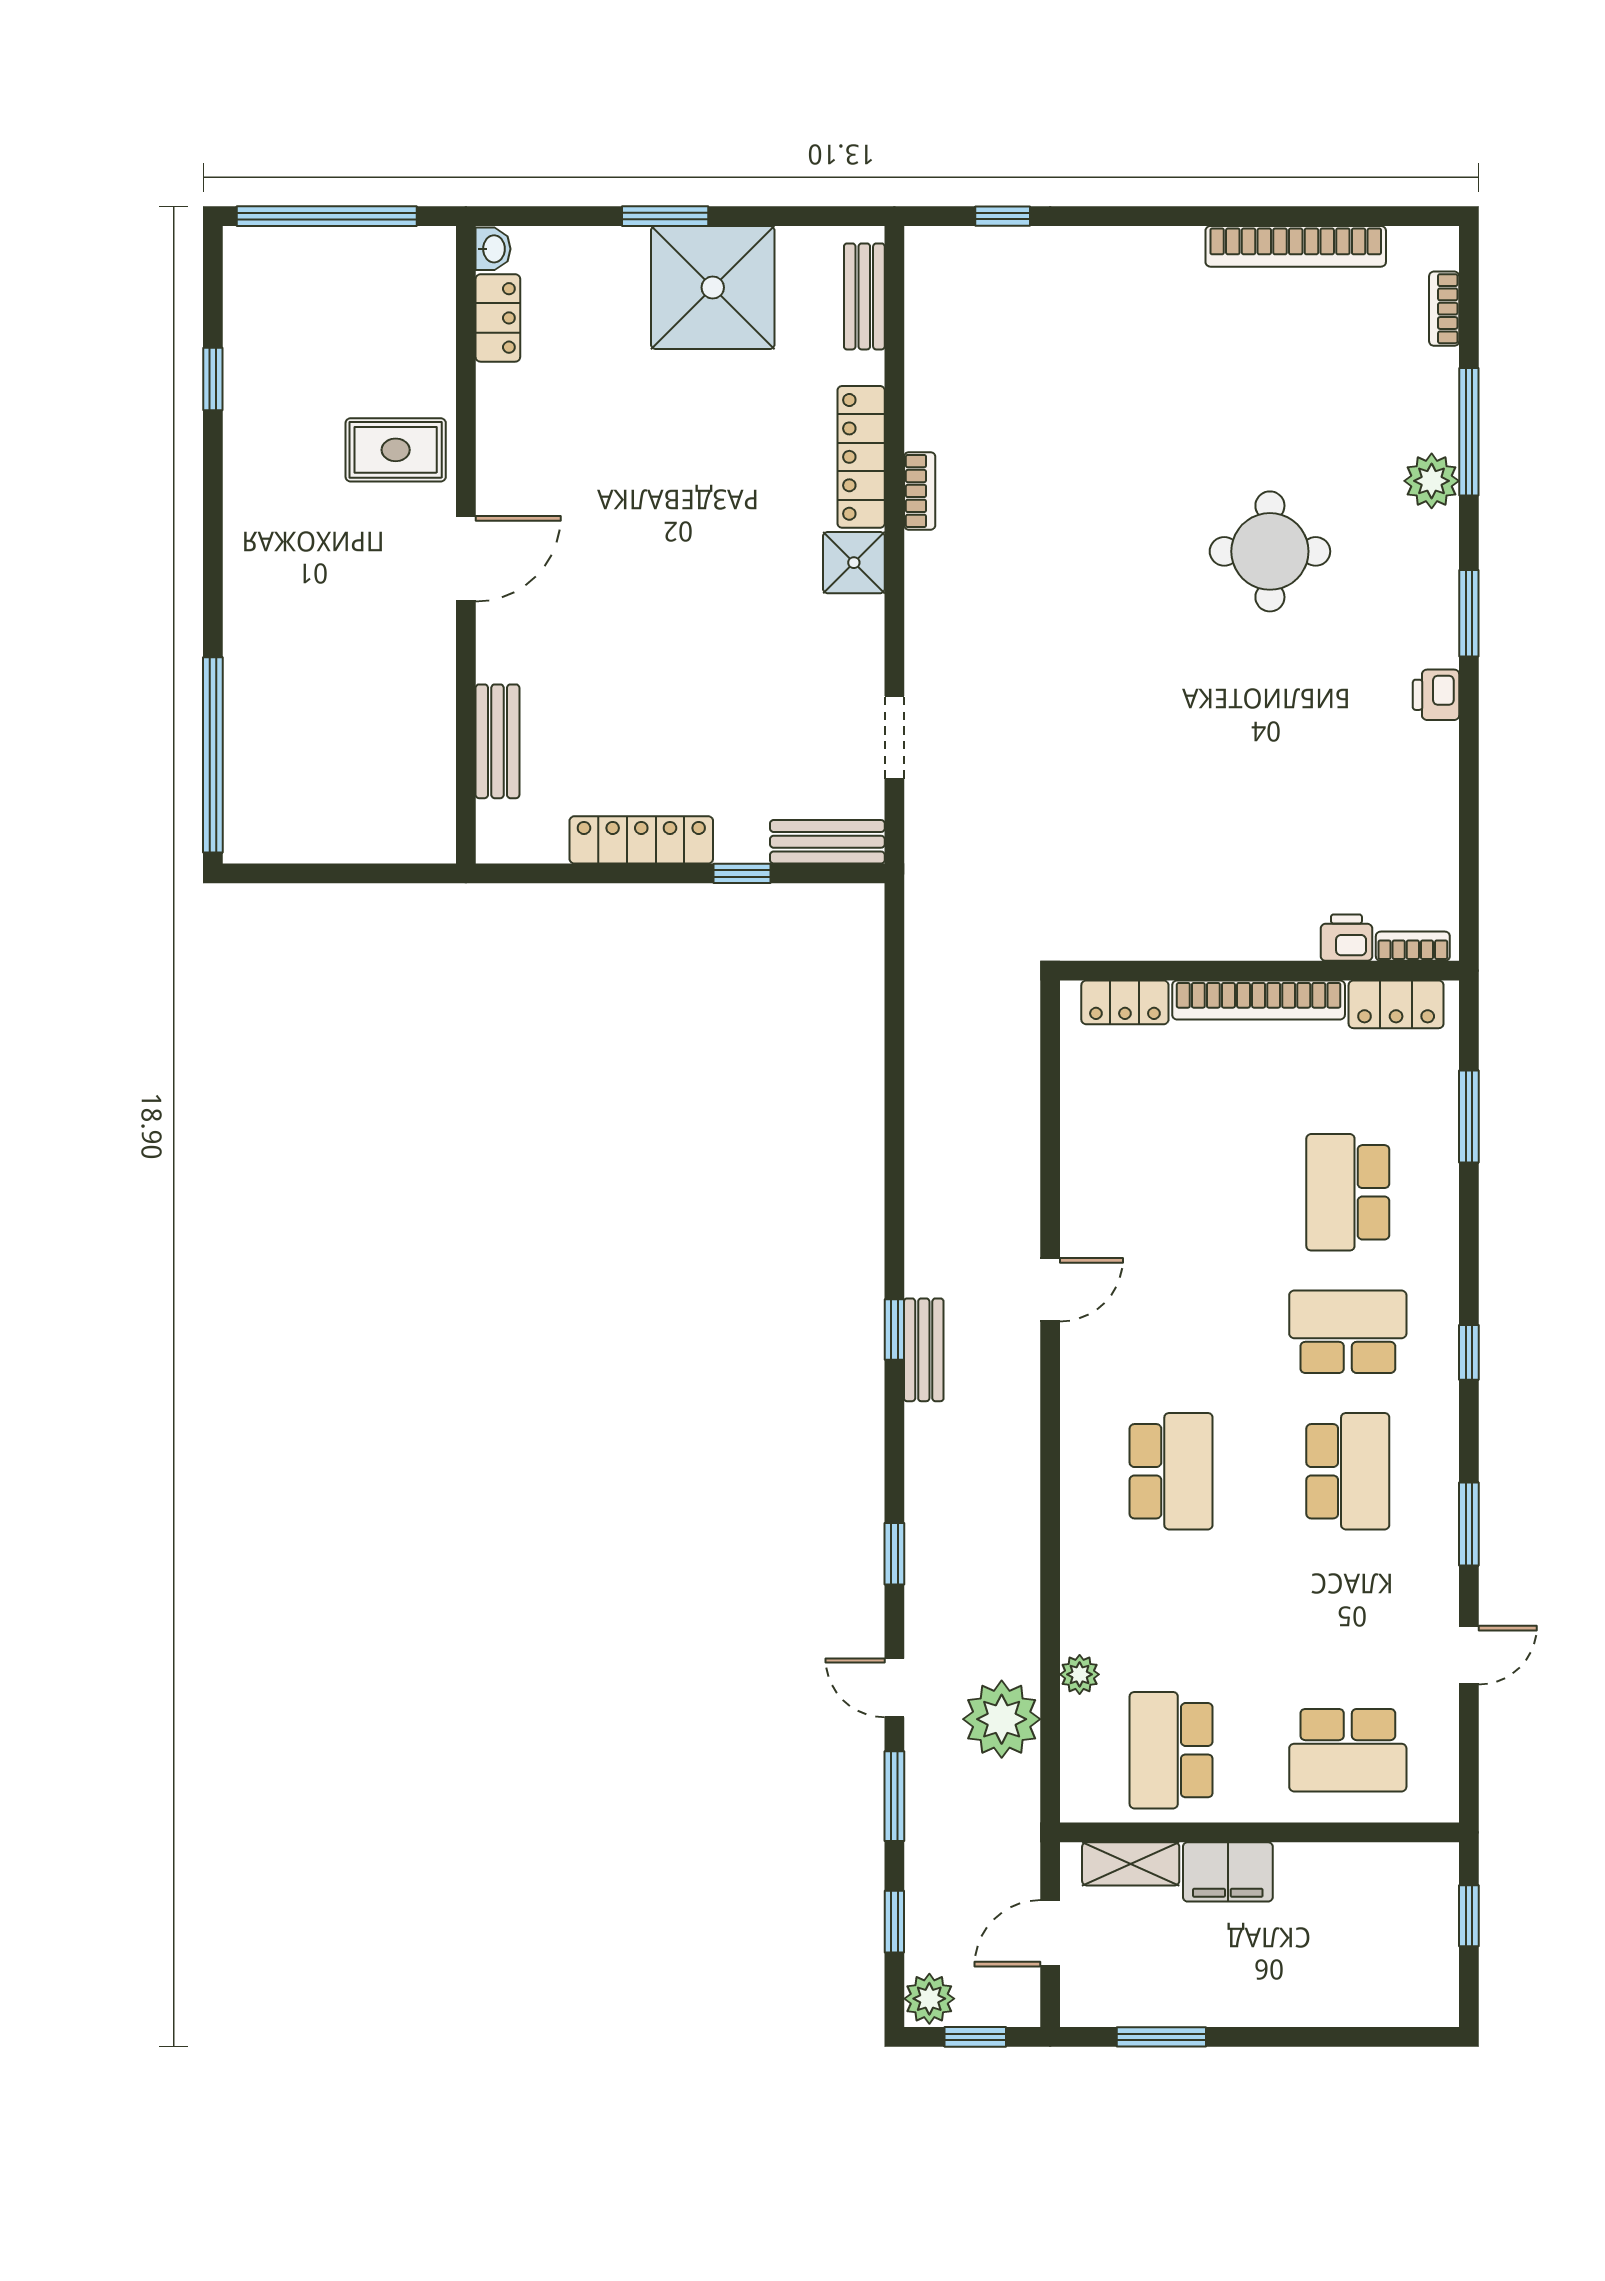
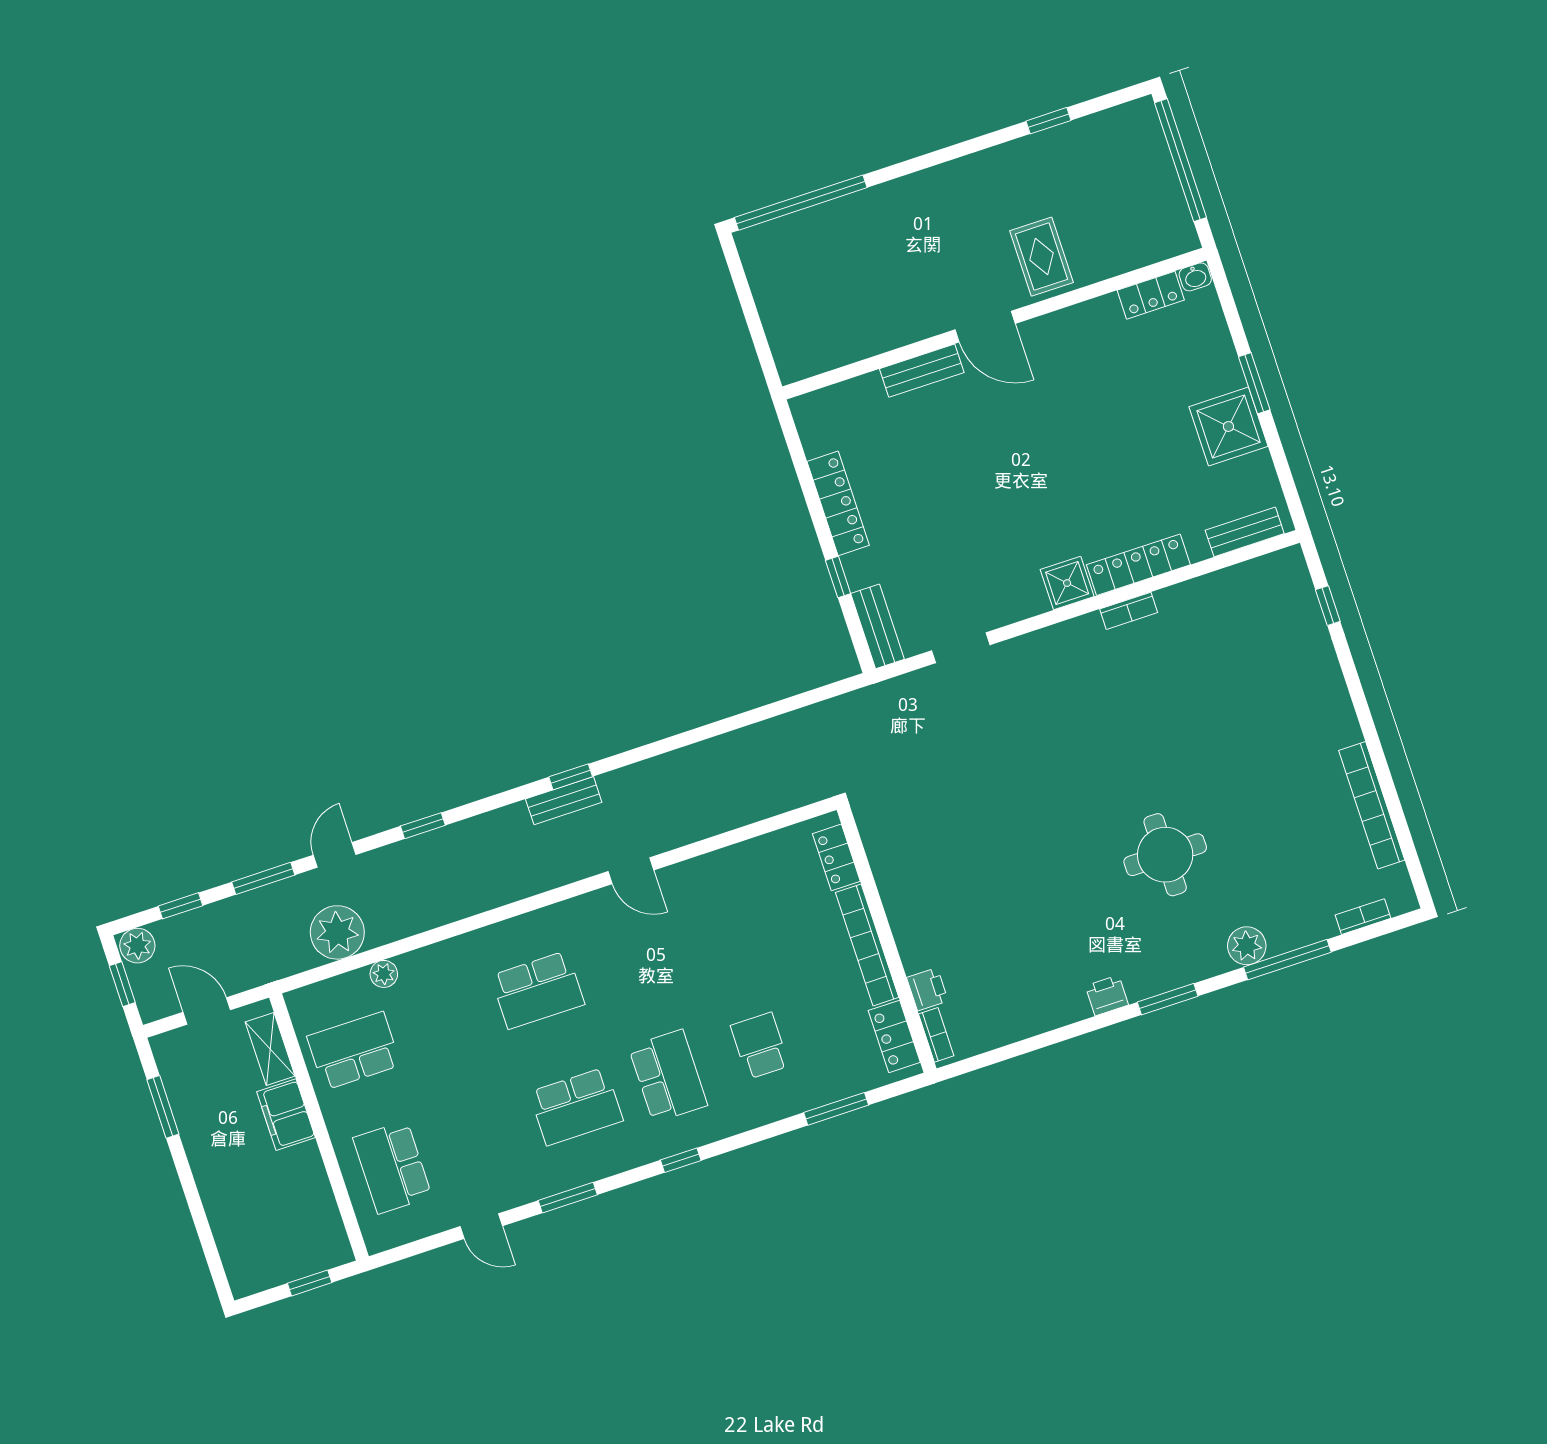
shower: (713, 287) -> (1228, 426), width x0.73, depth x0.73
bench: (497, 741) -> (922, 371), moved
school desk: (1348, 1192) -> (760, 1046), width x0.54

